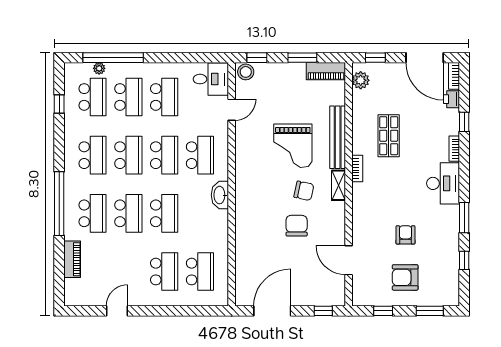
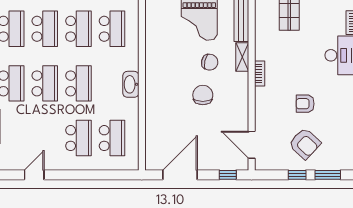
bookcase: (357, 169) -> (260, 74), moved
washbasin: (220, 195) -> (131, 84), moved
armchair: (405, 235) -> (305, 104), turned -90
door: (349, 260) -> (252, 145), moved
armchair: (405, 277) -> (305, 144), turned -137
window: (383, 311) -> (297, 175), moved

